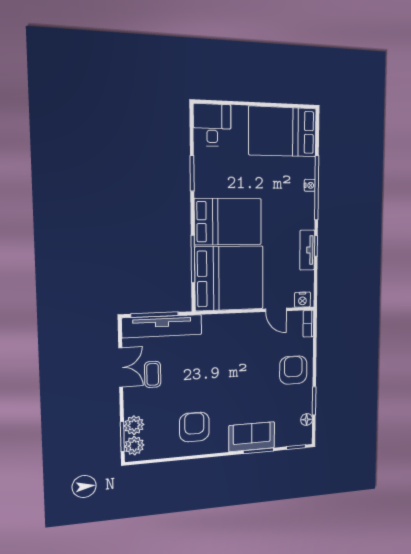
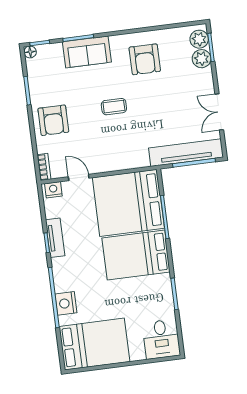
nightstand: (310, 185) -> (66, 303), width x1.89, depth x1.79
coffee table: (153, 374) -> (114, 107), moved, turned 90
floor lamp: (307, 420) -> (30, 52), moved

